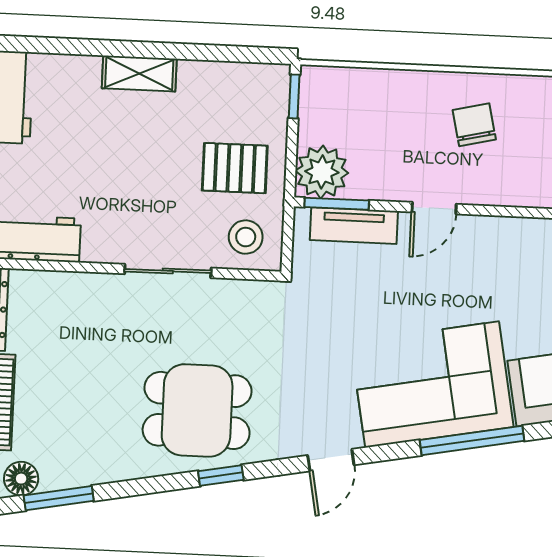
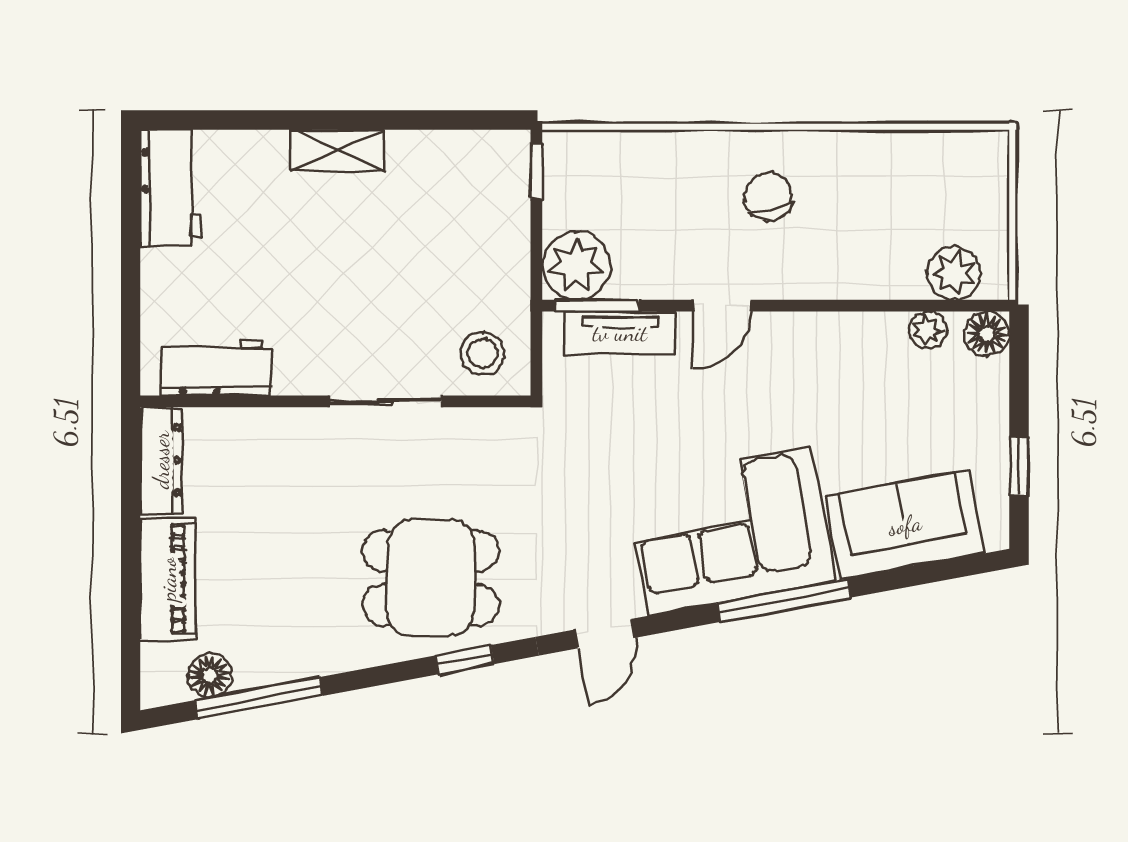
pallet: (235, 168) -> (465, 266), removed
window: (59, 498) -> (259, 698), width x1.44

